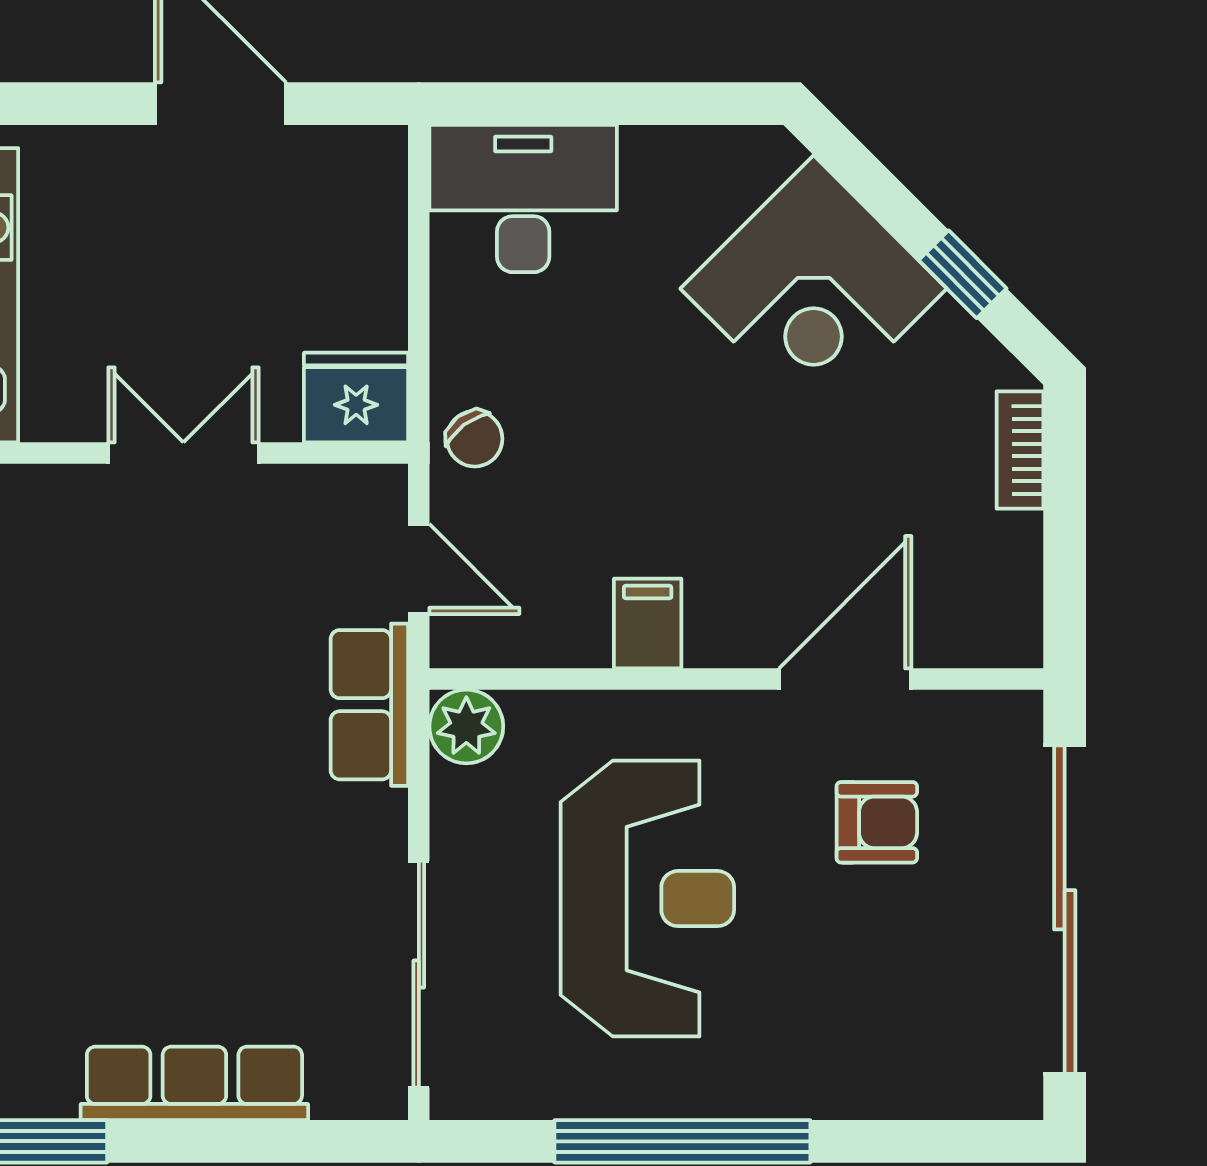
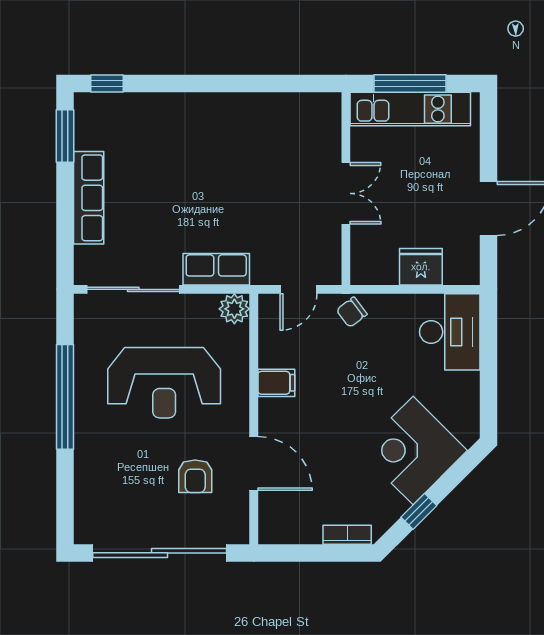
fridge: (356, 398) -> (421, 267), moved, turned -90
row of seats: (369, 705) -> (216, 269), moved

